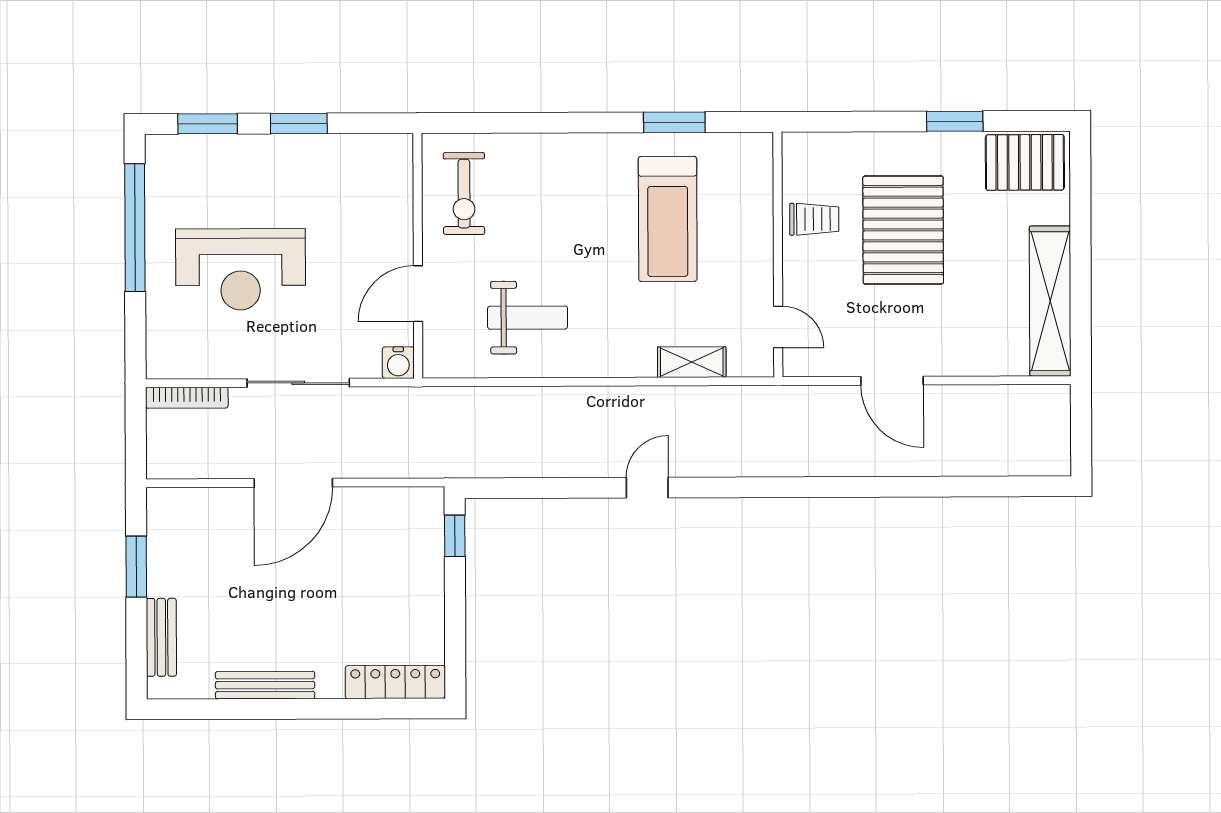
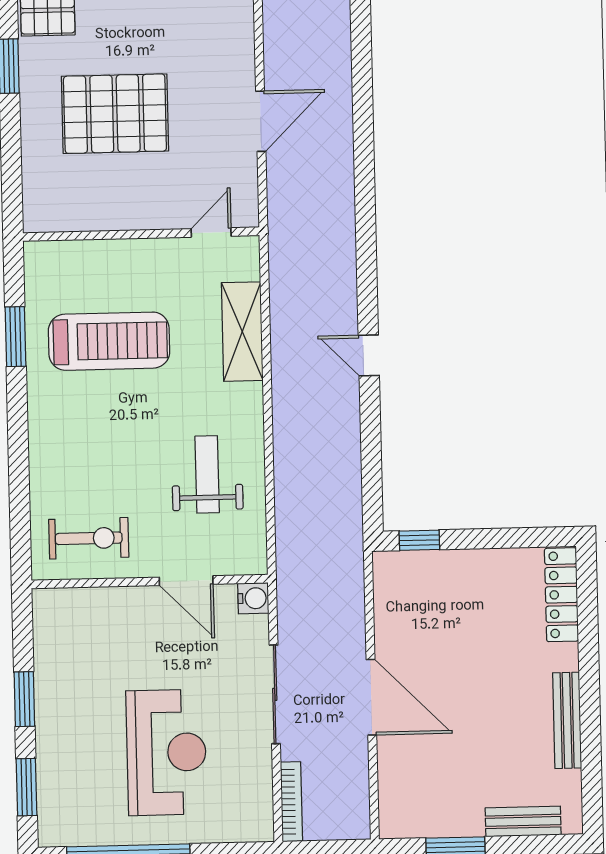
trolley: (814, 219) -> (106, 200), removed
shelving: (692, 362) -> (242, 332), width x1.50, depth x1.33

